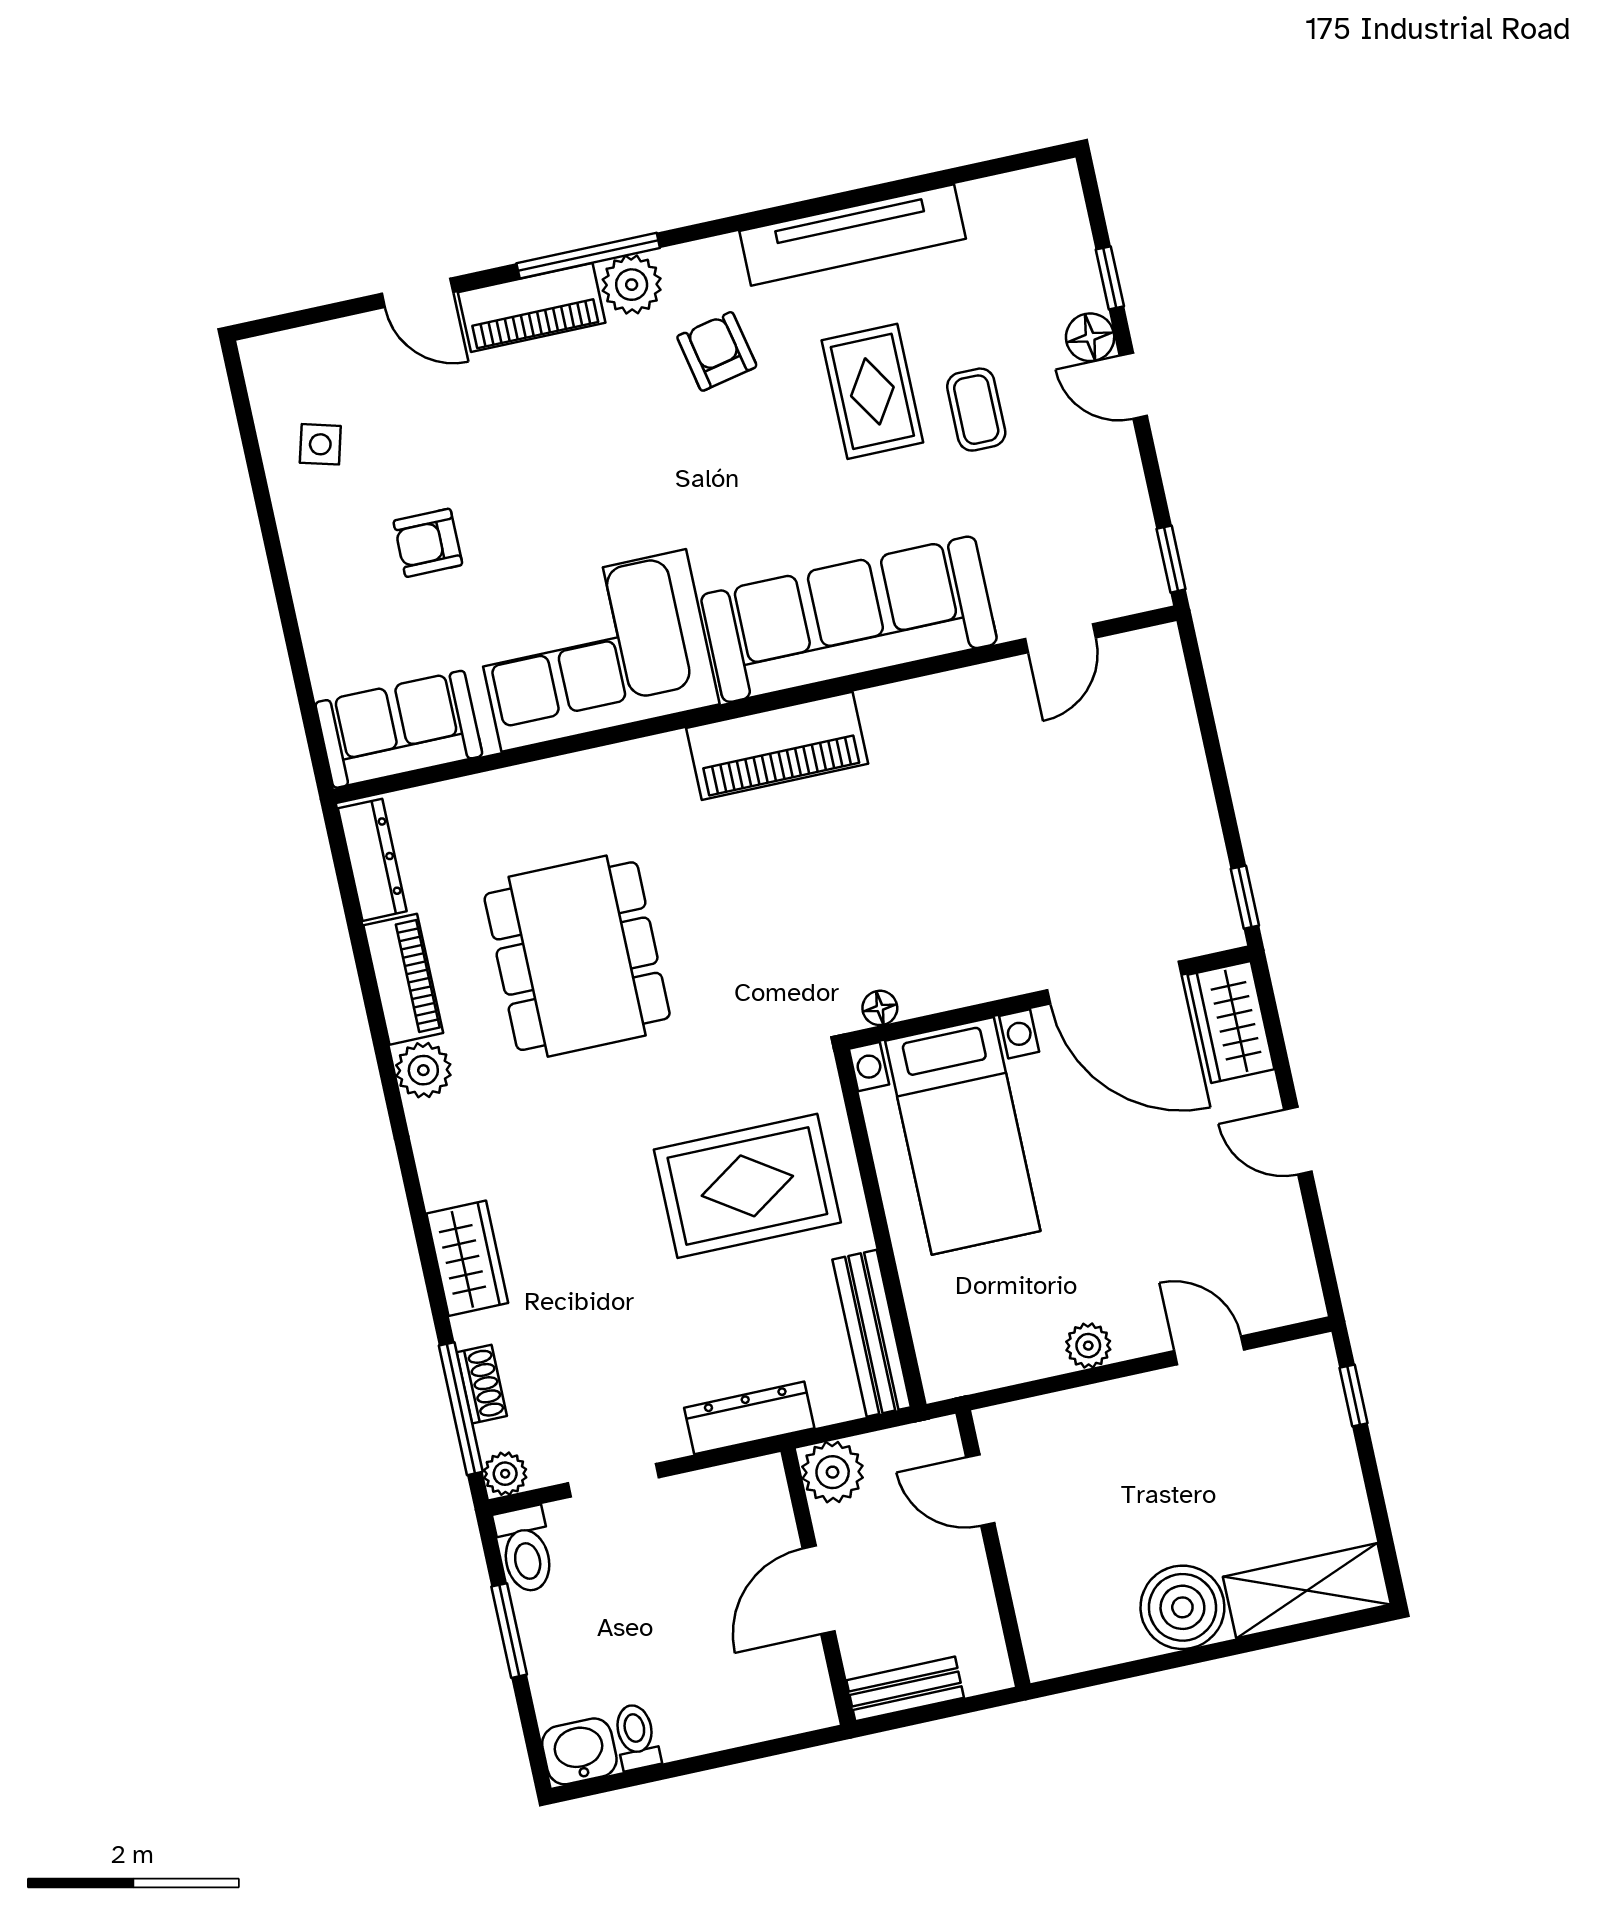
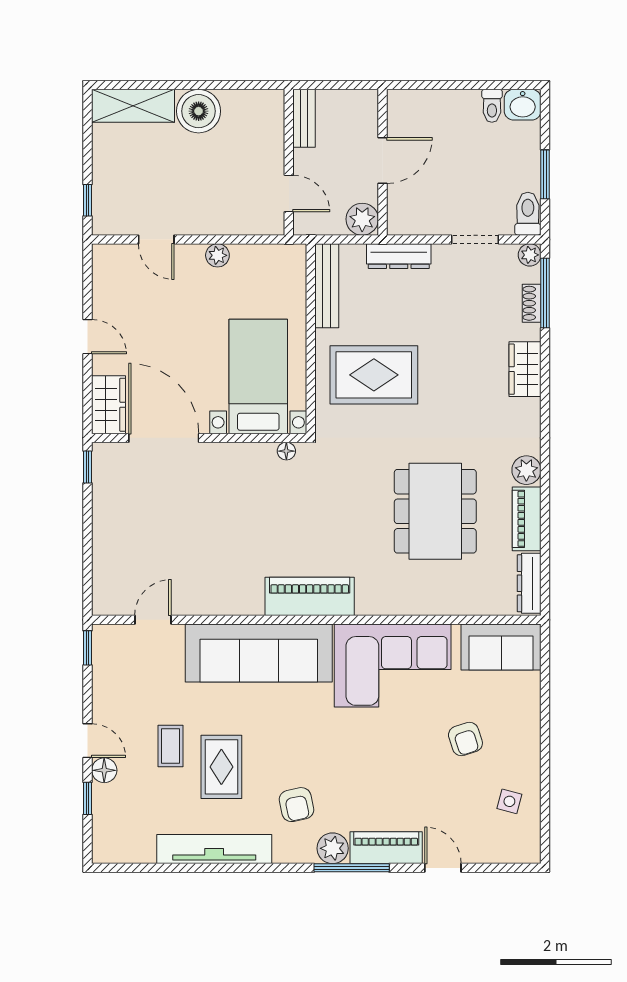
armchair: (428, 543) -> (465, 739), turned 72
bench: (905, 1689) -> (304, 118), moved, turned 90

